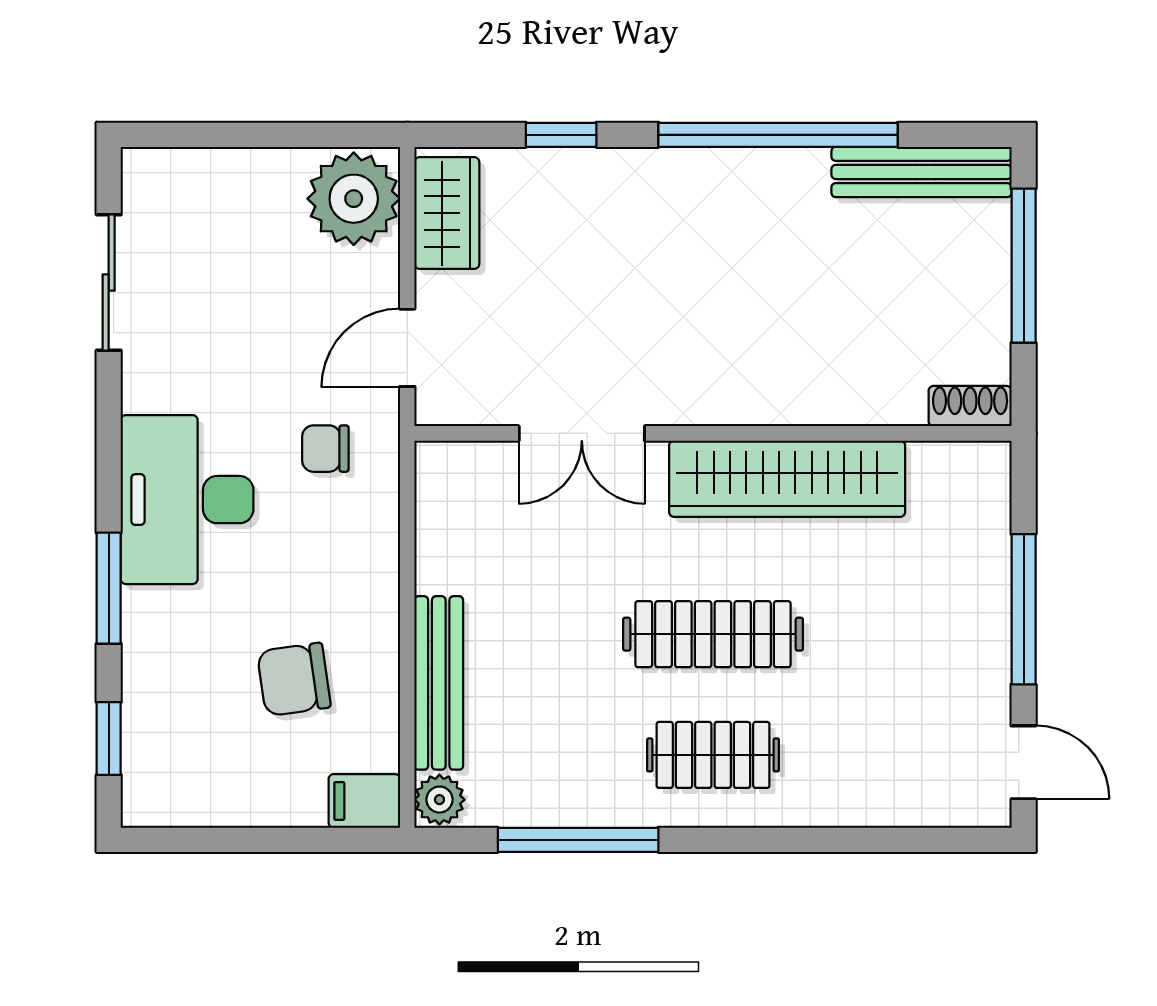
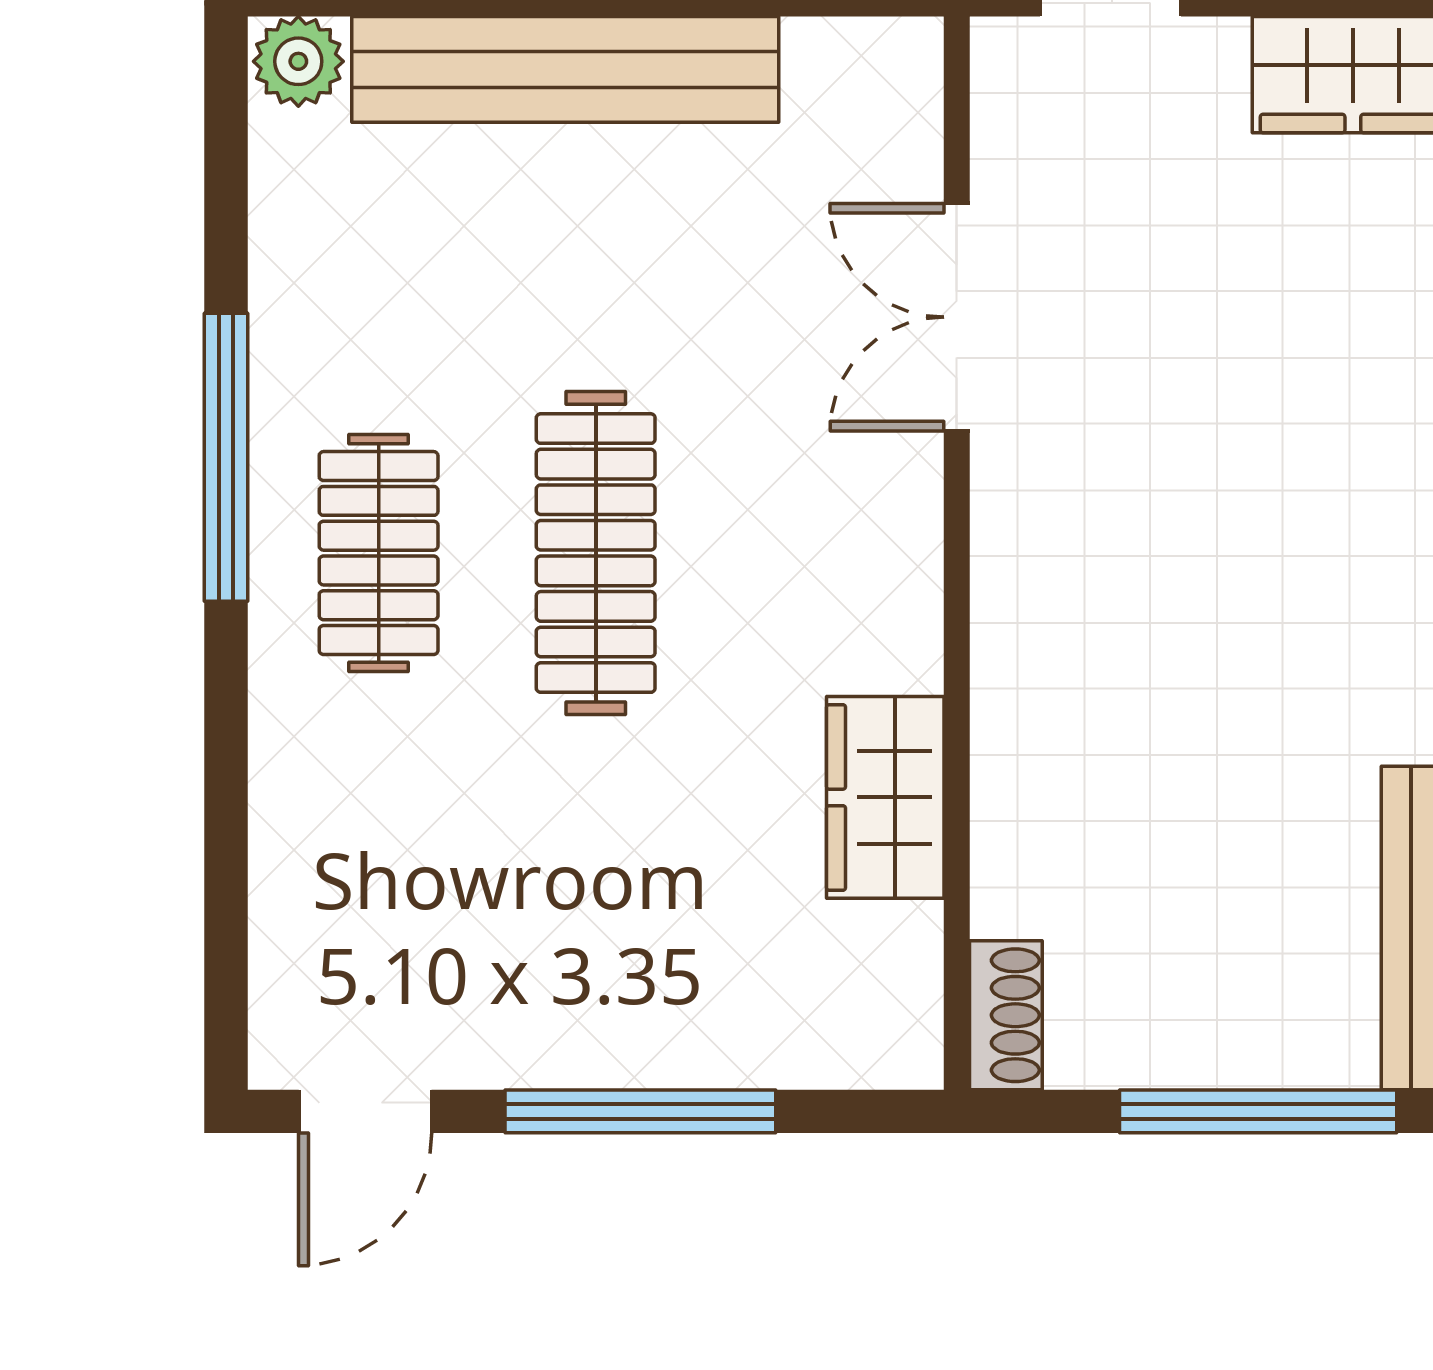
wardrobe: (787, 479) -> (885, 797), width x0.48, depth x0.85
bench: (439, 683) -> (565, 69), width x1.37, depth x1.21
window: (578, 840) -> (226, 457), moved

